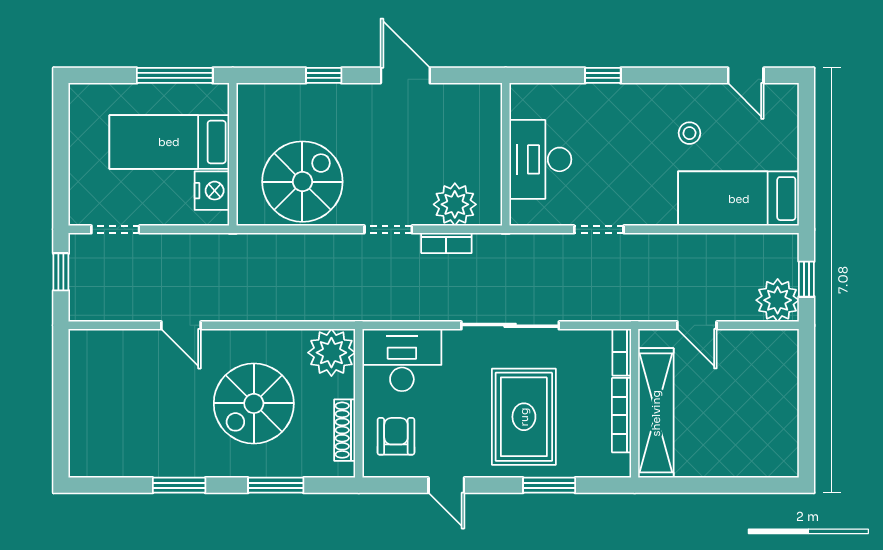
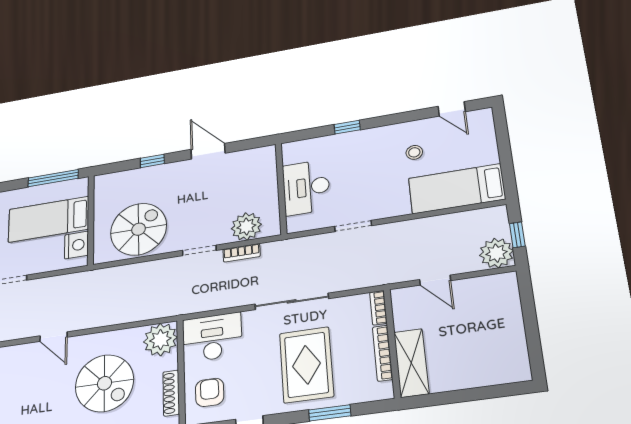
spiral stairs: (254, 403) -> (104, 383), turned -90
shelving: (656, 413) -> (411, 363), width x0.68

